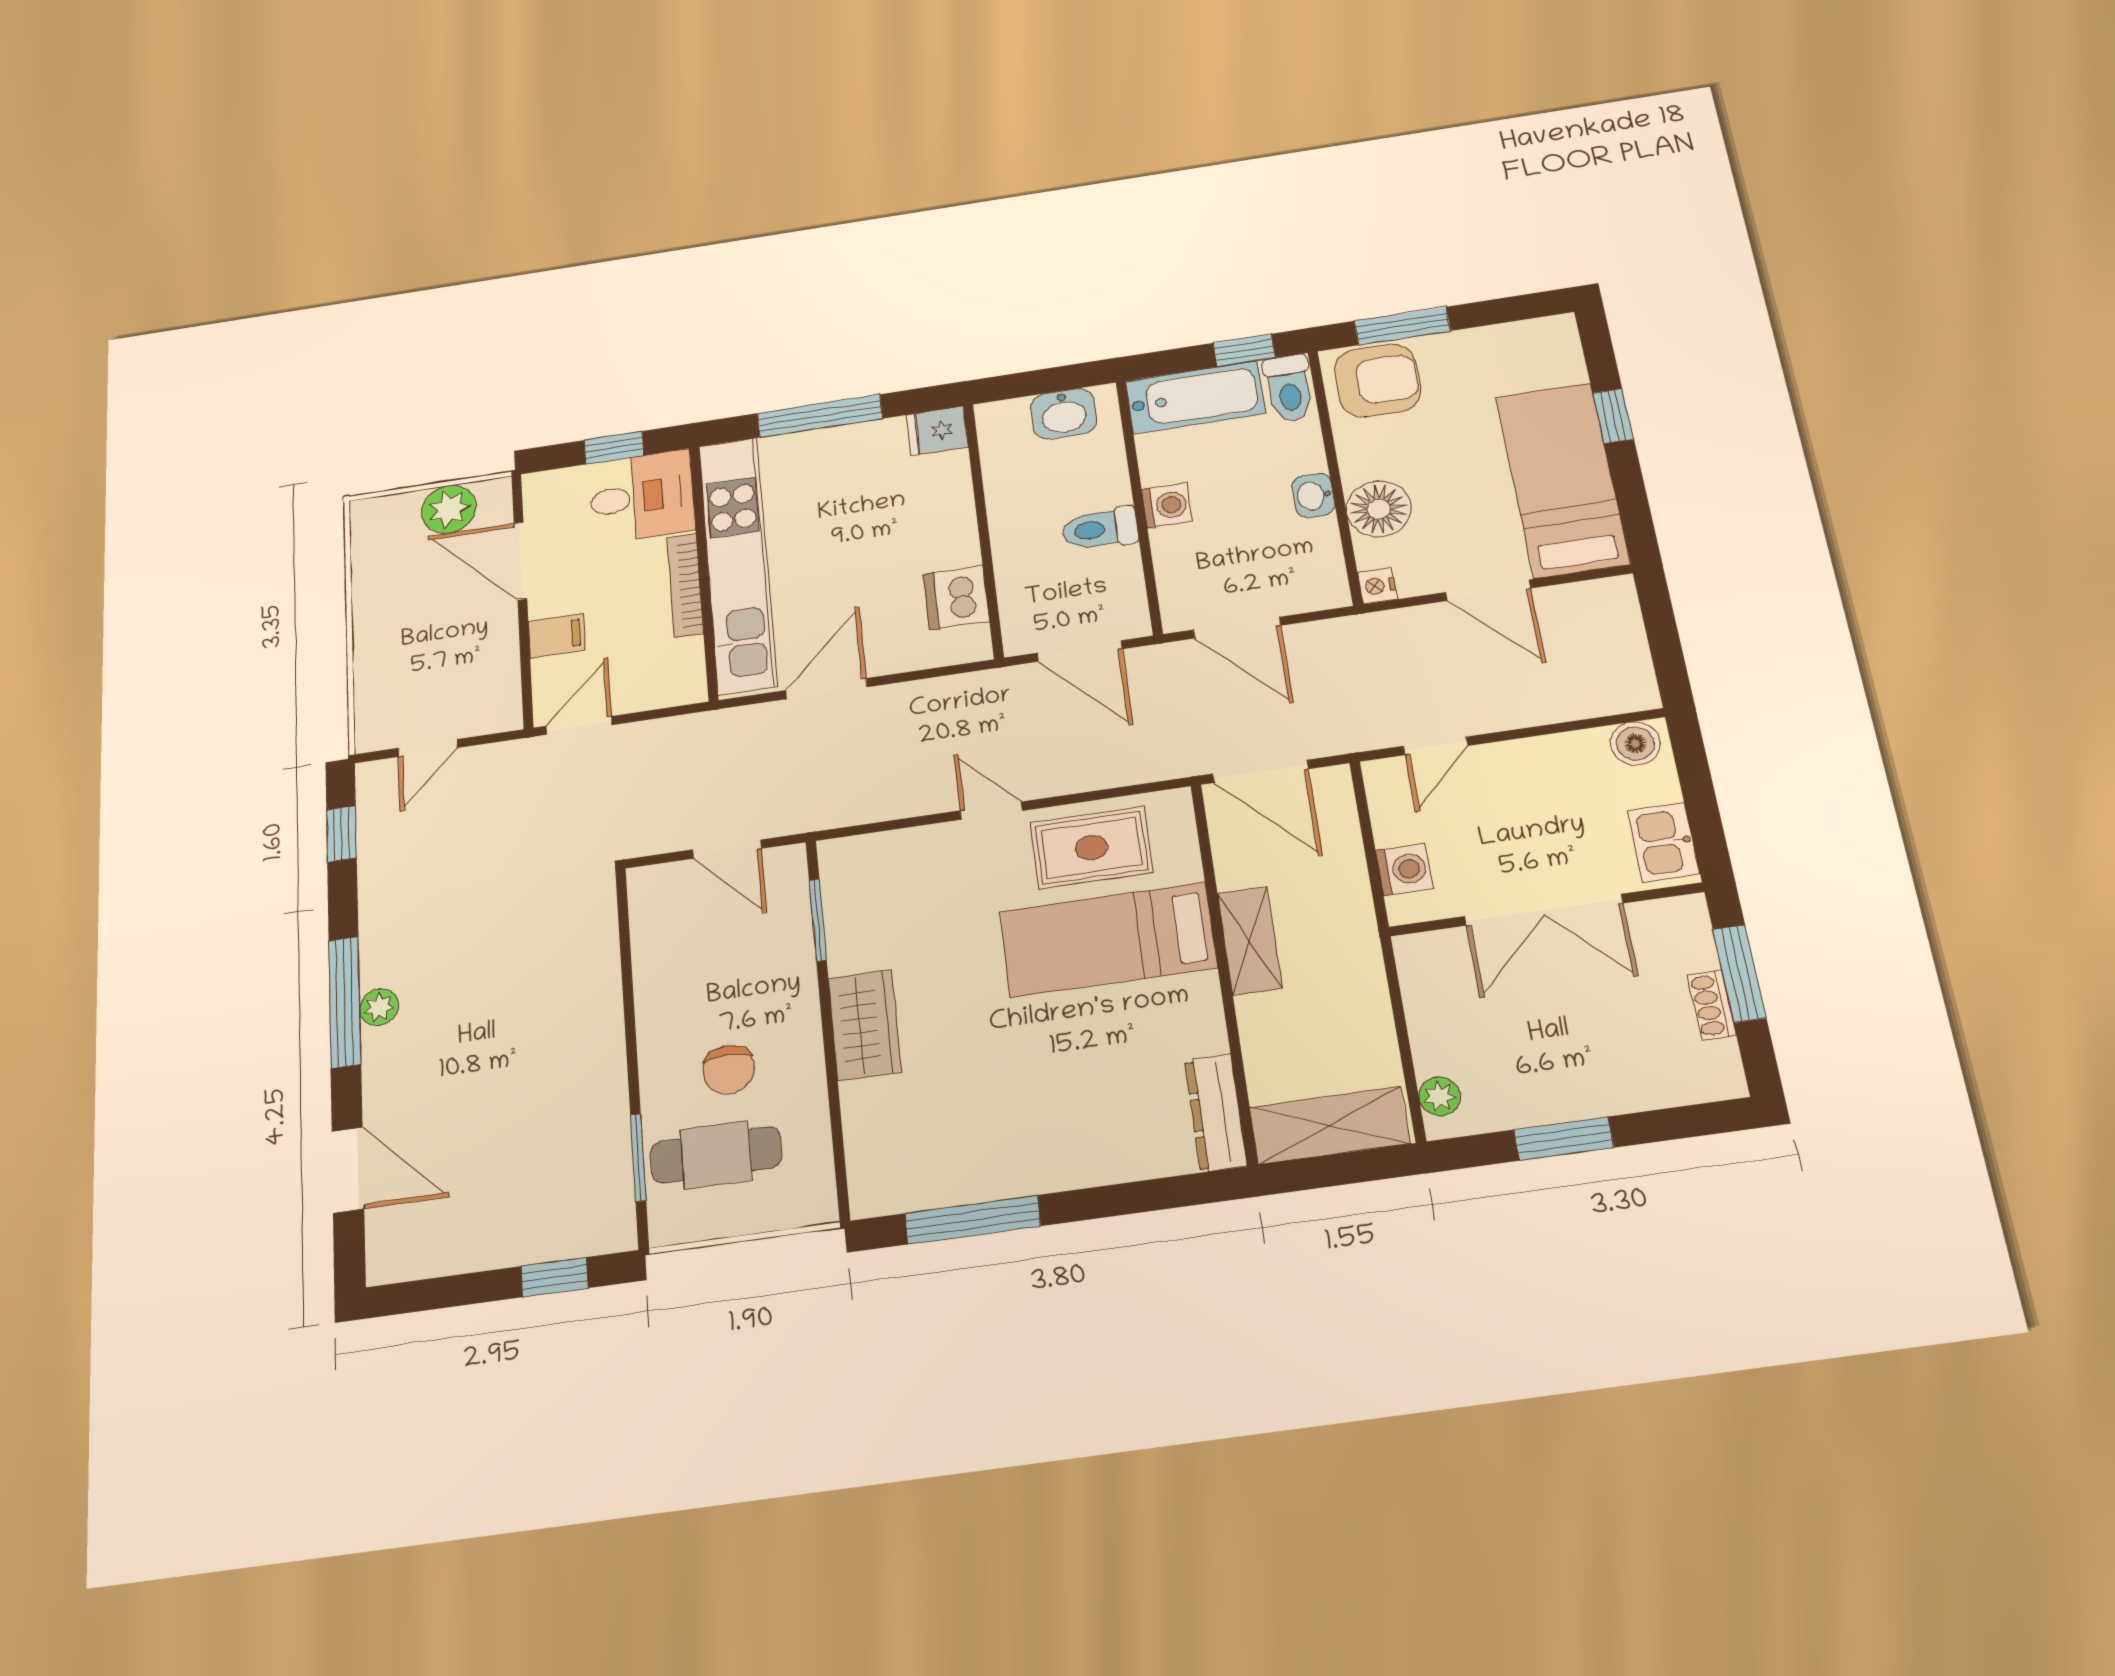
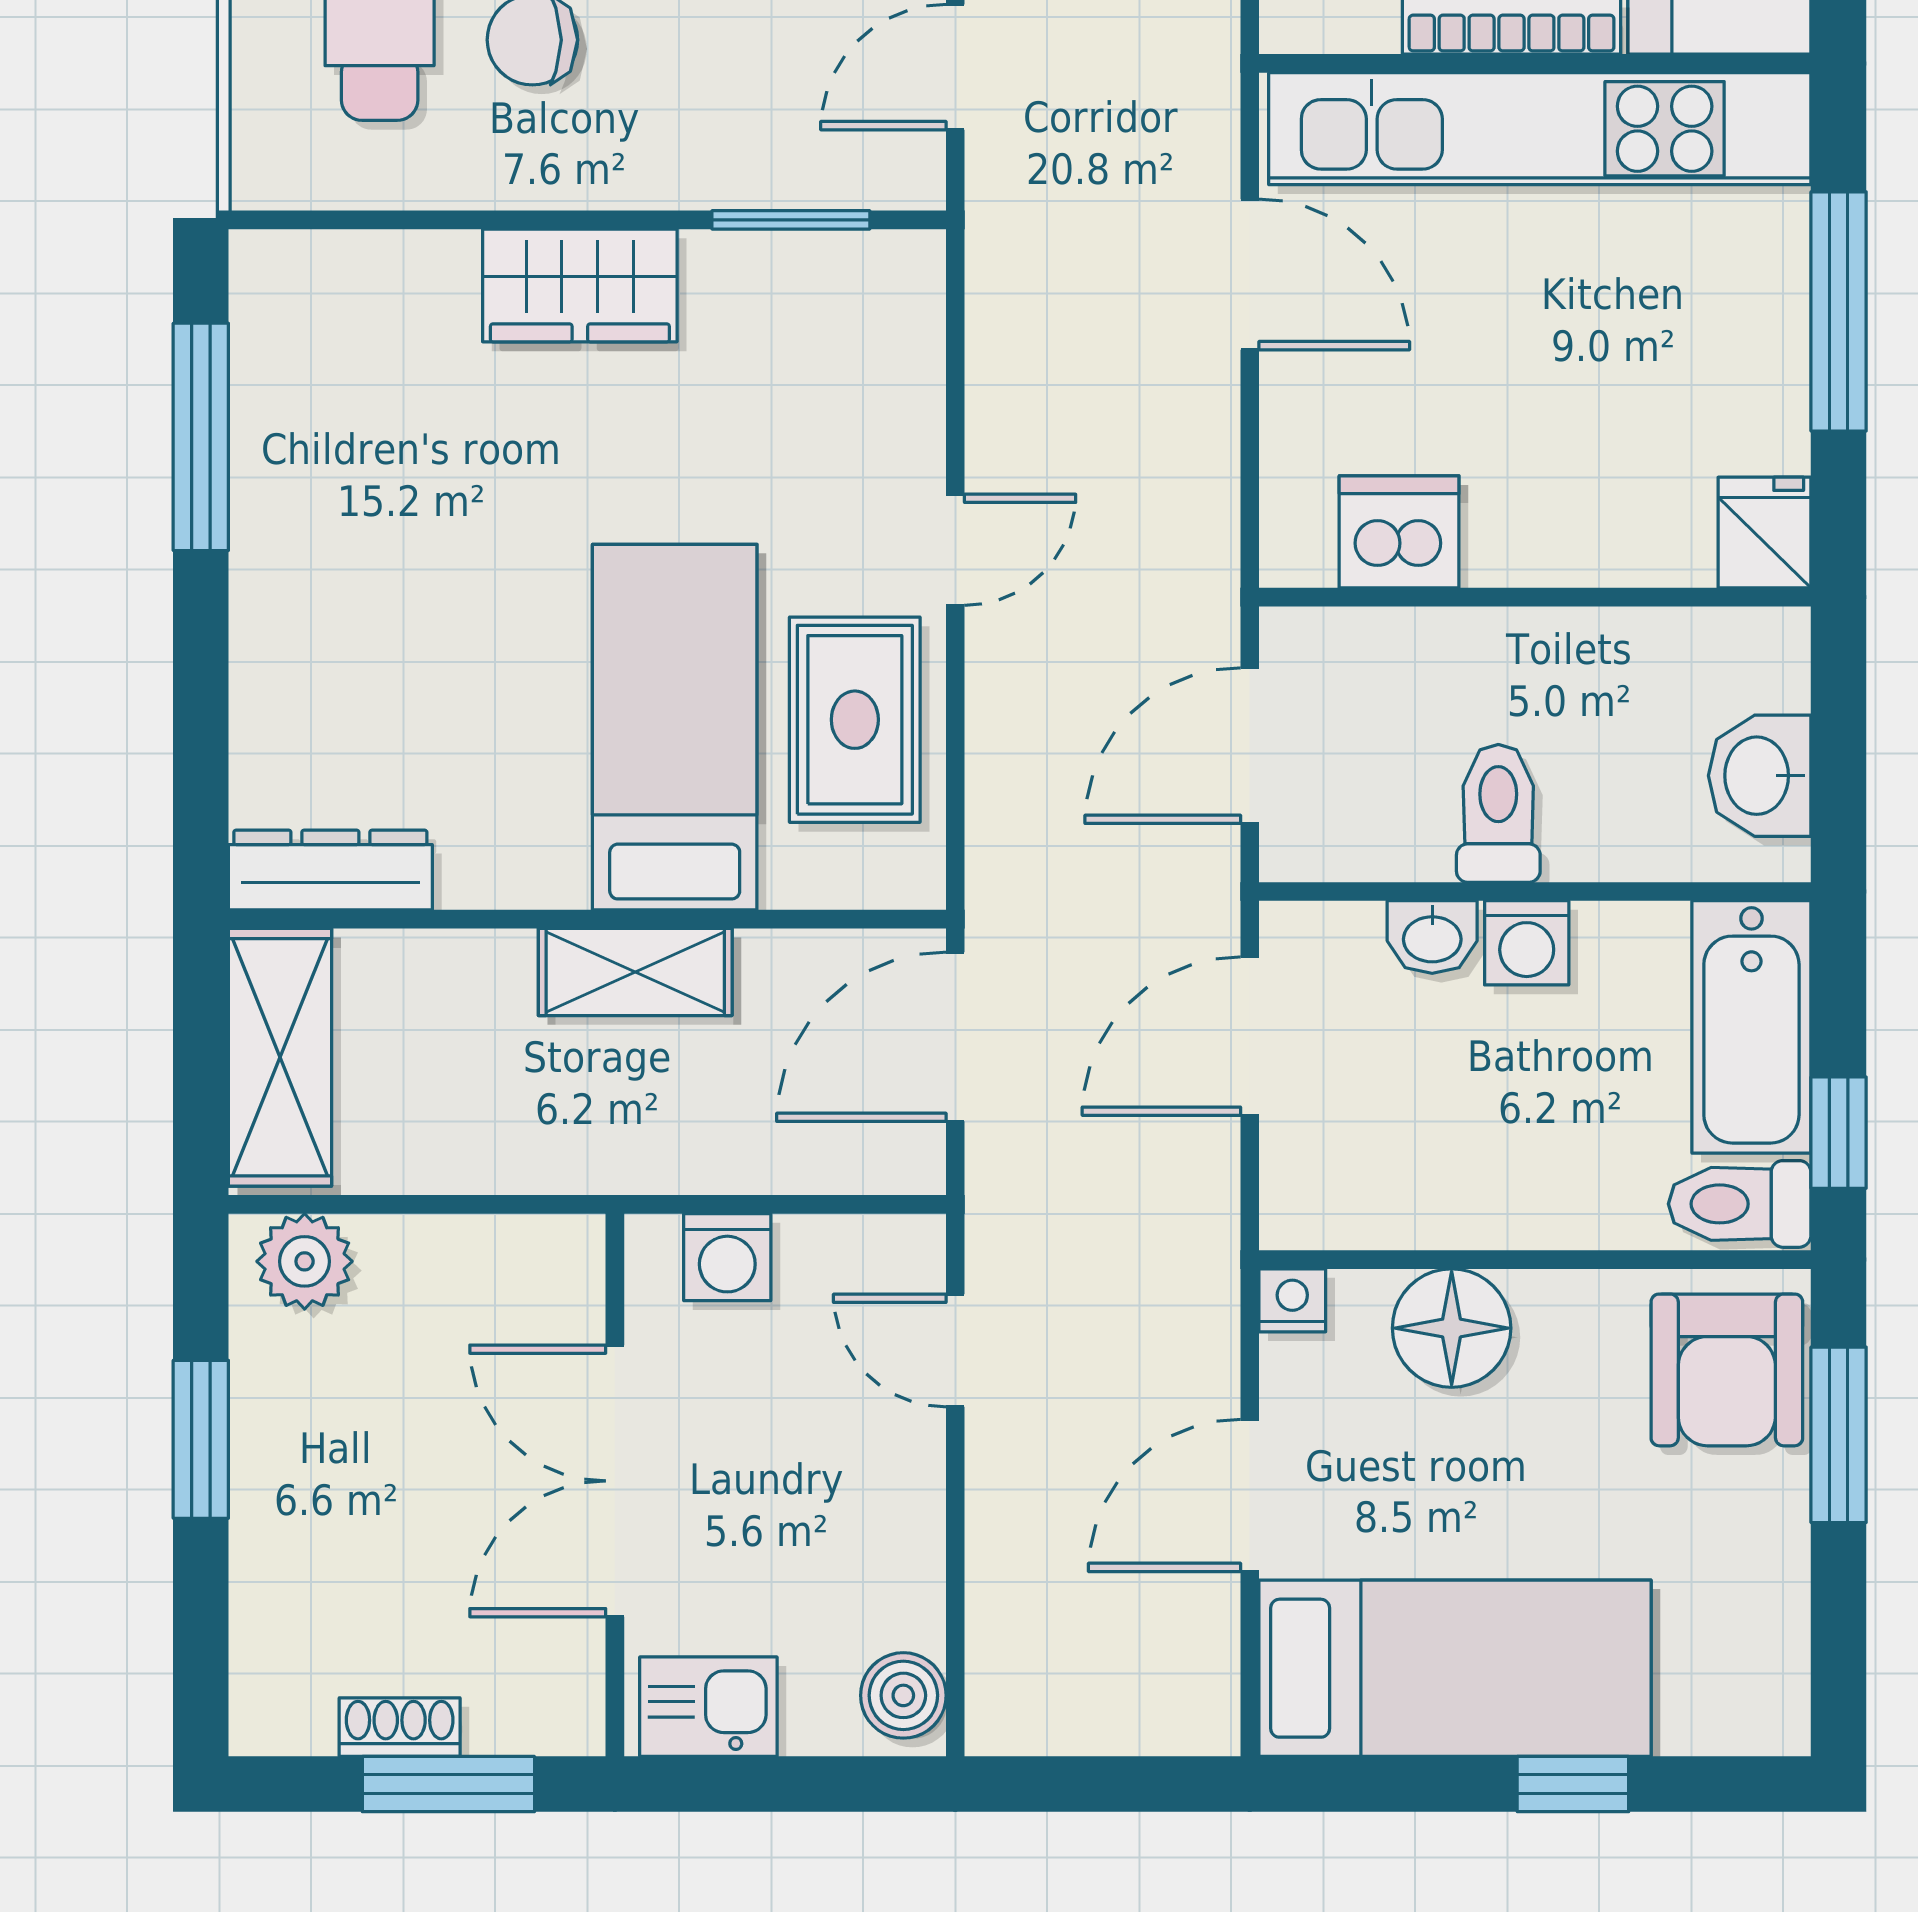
washbasin: (1313, 496) -> (1432, 937), moved, turned 180
plant: (1440, 1096) -> (305, 1261), width x1.38, depth x1.38

